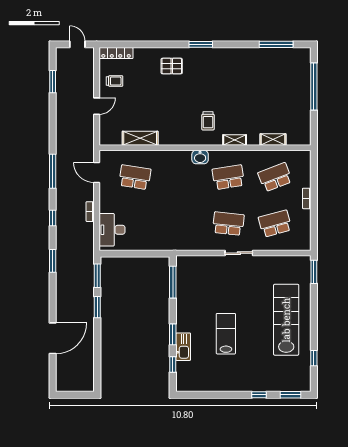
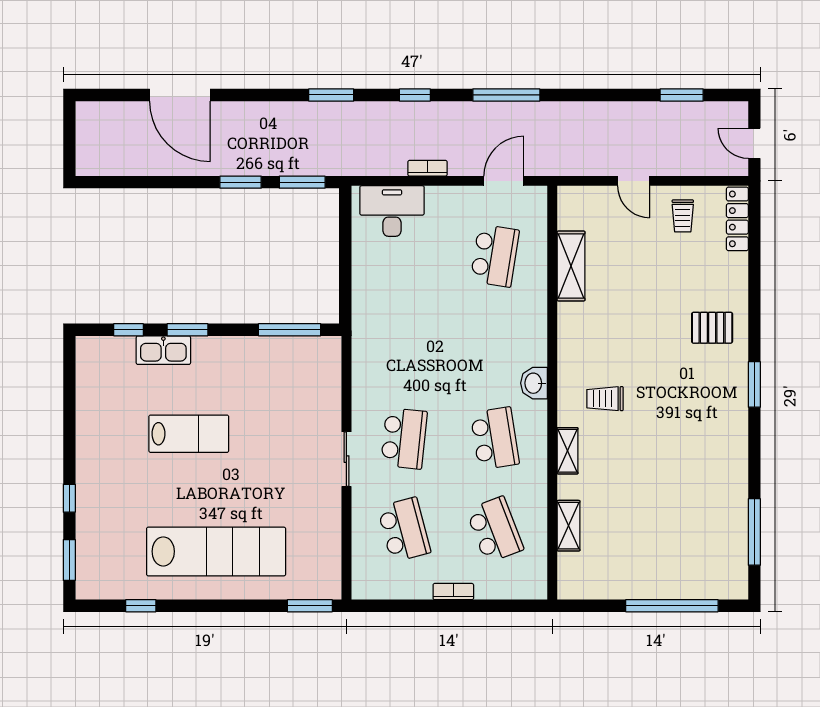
door: (77, 44) -> (754, 143), swing flipped
pallet: (172, 66) -> (712, 328), turned 90

